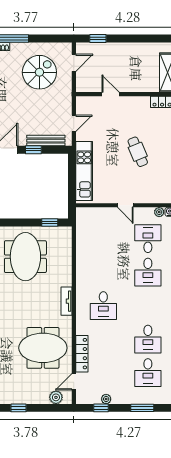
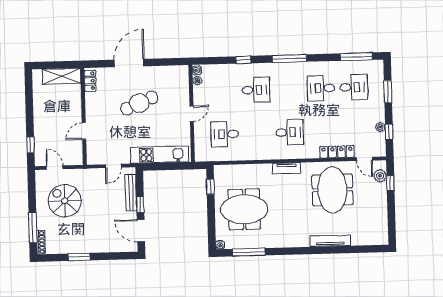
door: (74, 123) -> (113, 166), swing flipped
cafe table: (138, 152) -> (139, 103), width x1.37, depth x1.35
desk: (148, 239) -> (225, 134), moved
desk: (148, 339) -> (321, 88), turned 180
window: (19, 408) -> (391, 183), moved

